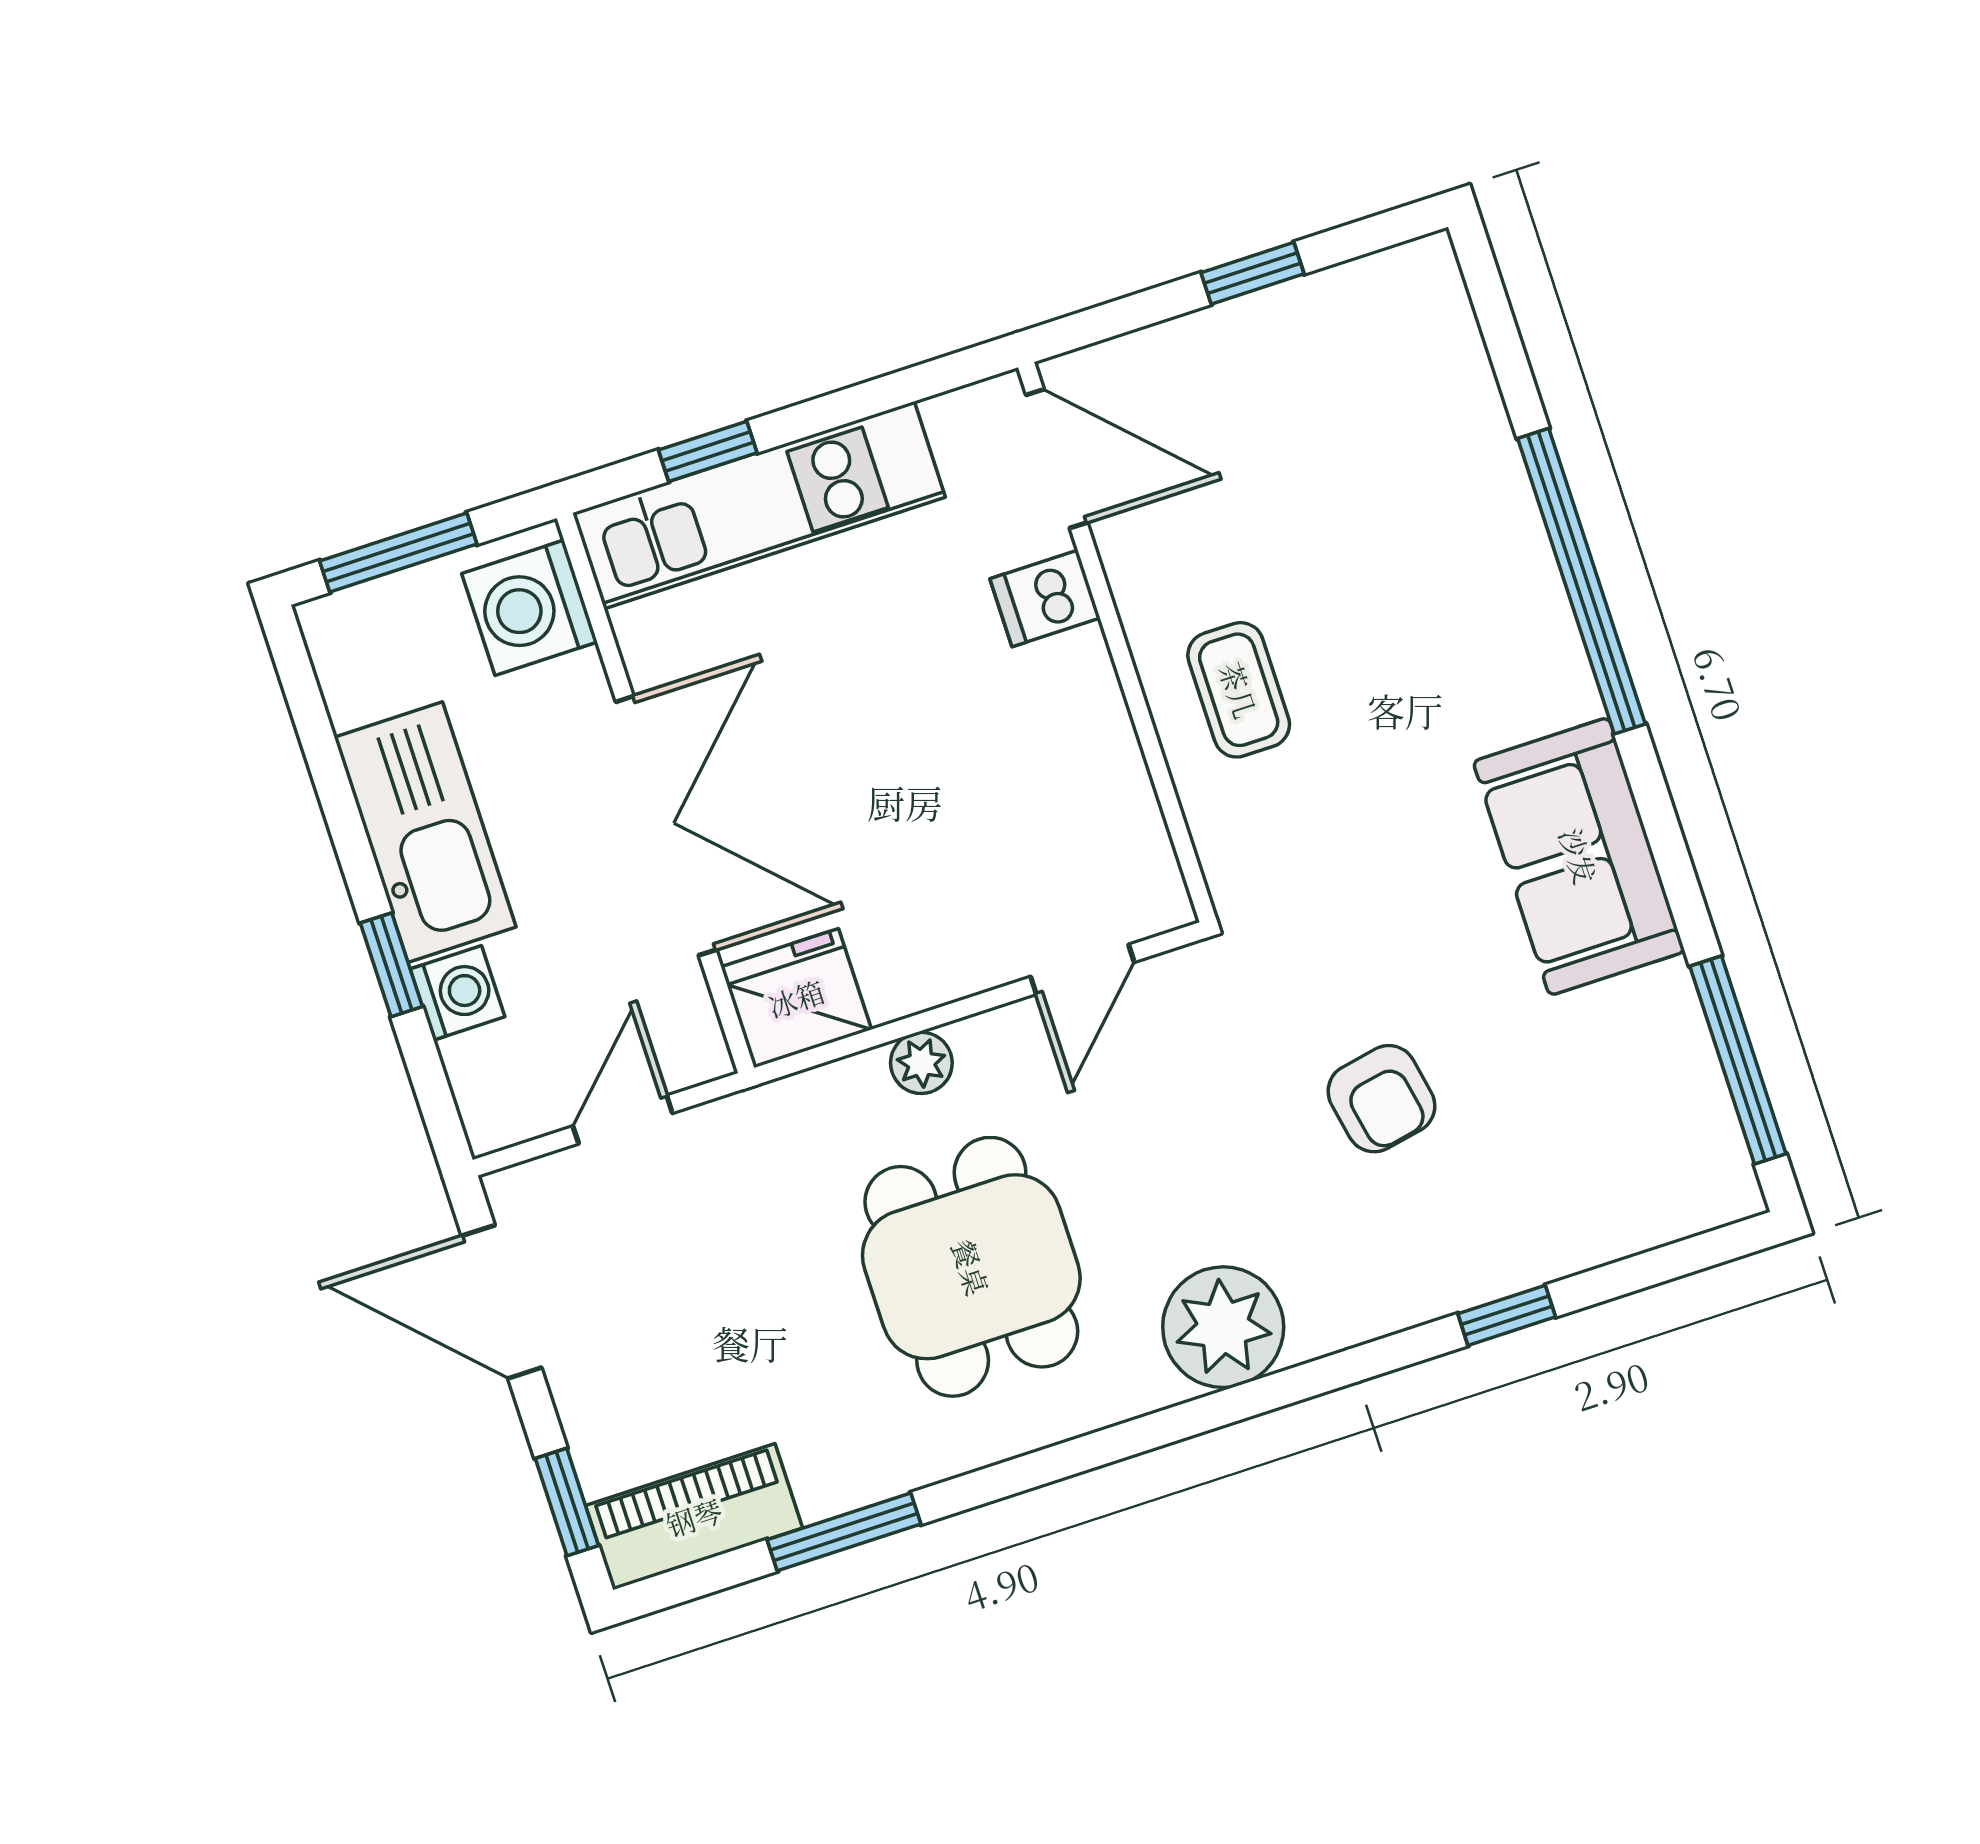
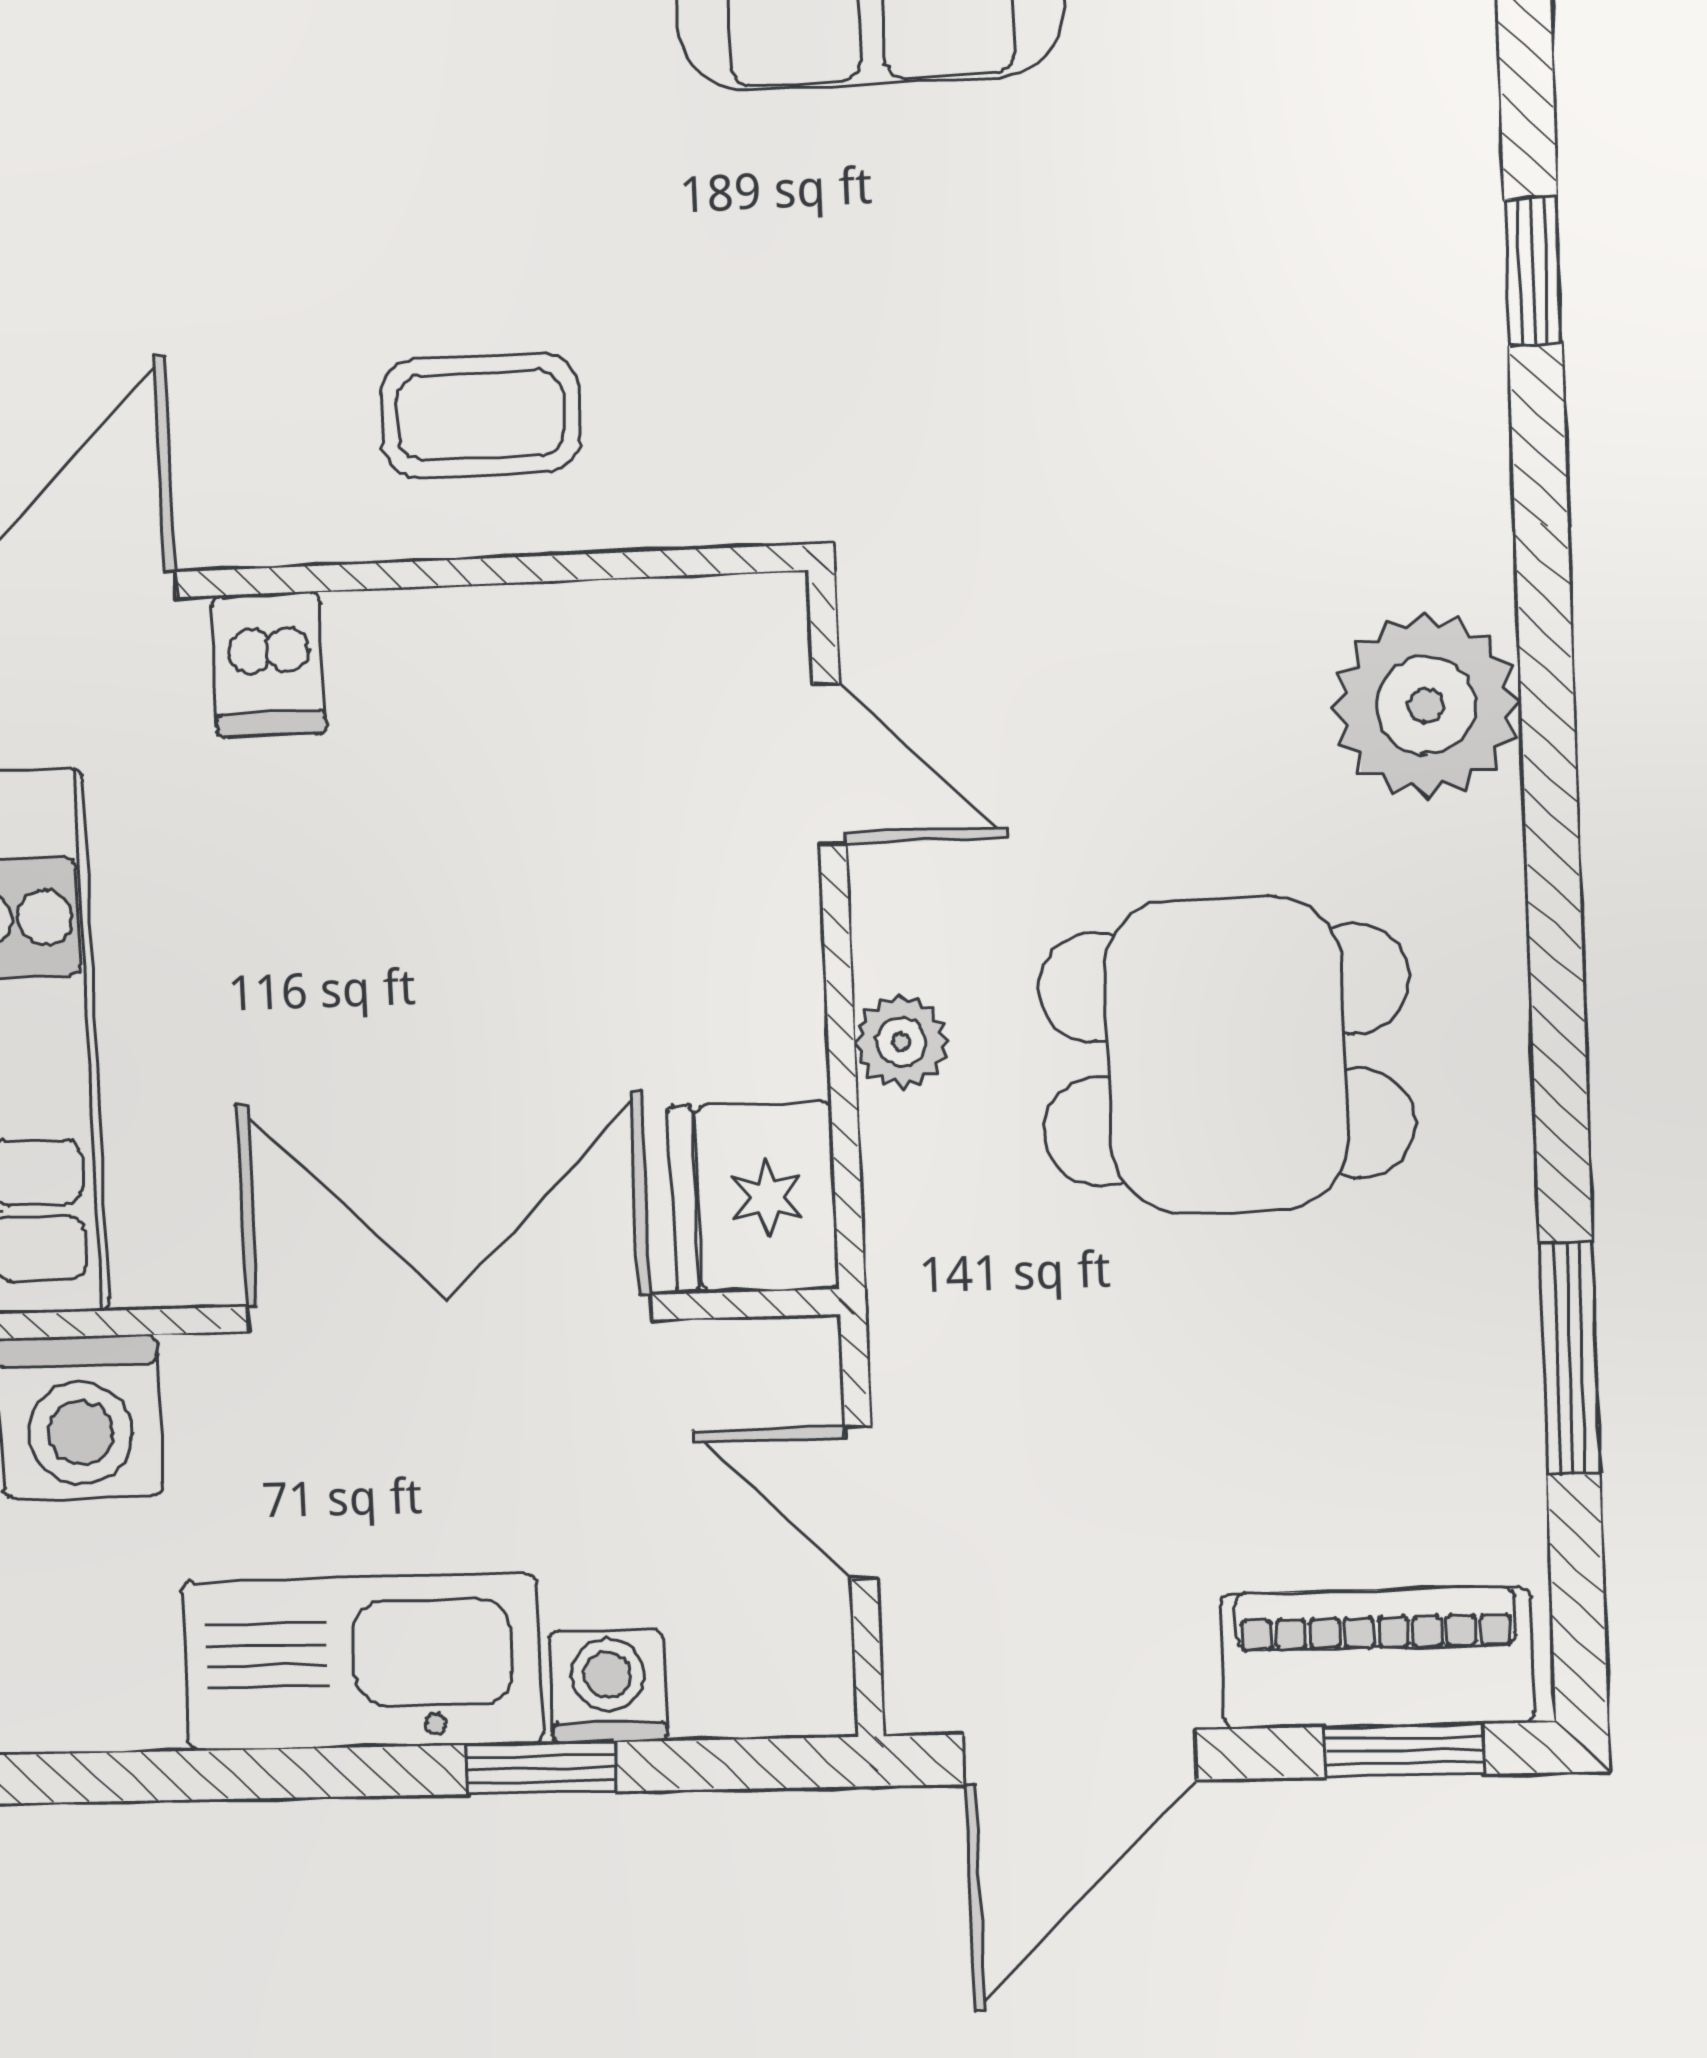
armchair: (1381, 1099) -> (1149, 371), removed
piano: (694, 1517) -> (1377, 1658), moved, turned 90

